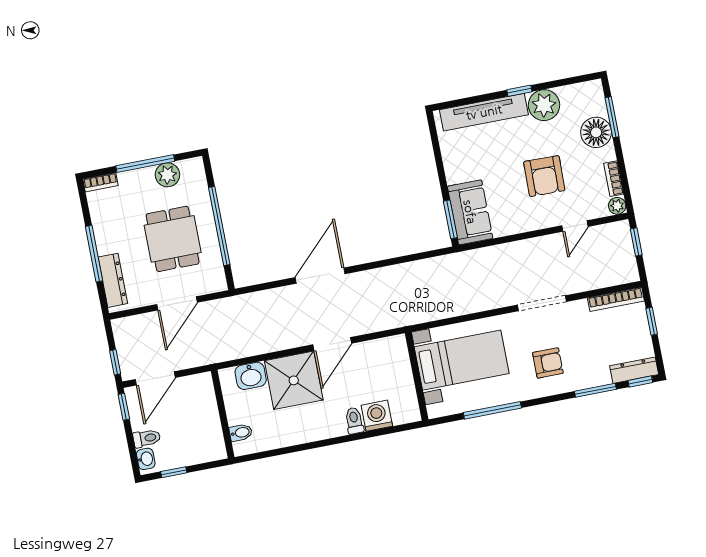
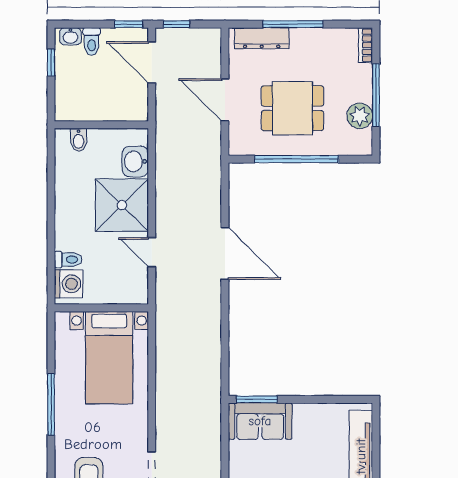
door: (332, 344) -> (152, 252), width x0.73
bed with nightstands: (462, 360) -> (109, 358), moved
wall: (417, 376) -> (101, 308), moved

